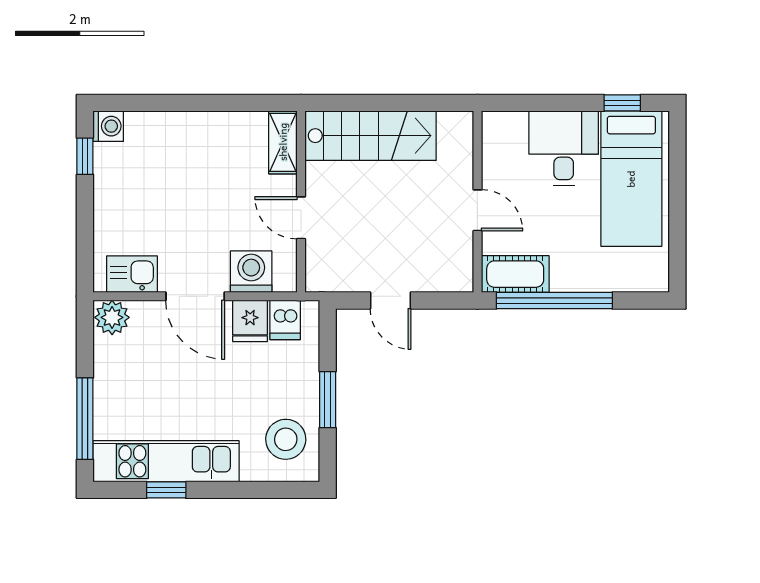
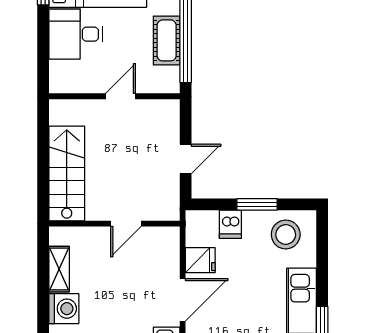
shelving: (283, 142) -> (59, 269), moved, turned 90
washing machine: (251, 272) -> (64, 309), moved, turned 180
cot: (515, 274) -> (167, 40), moved
dishwasher: (285, 320) -> (230, 224), moved, turned 90

